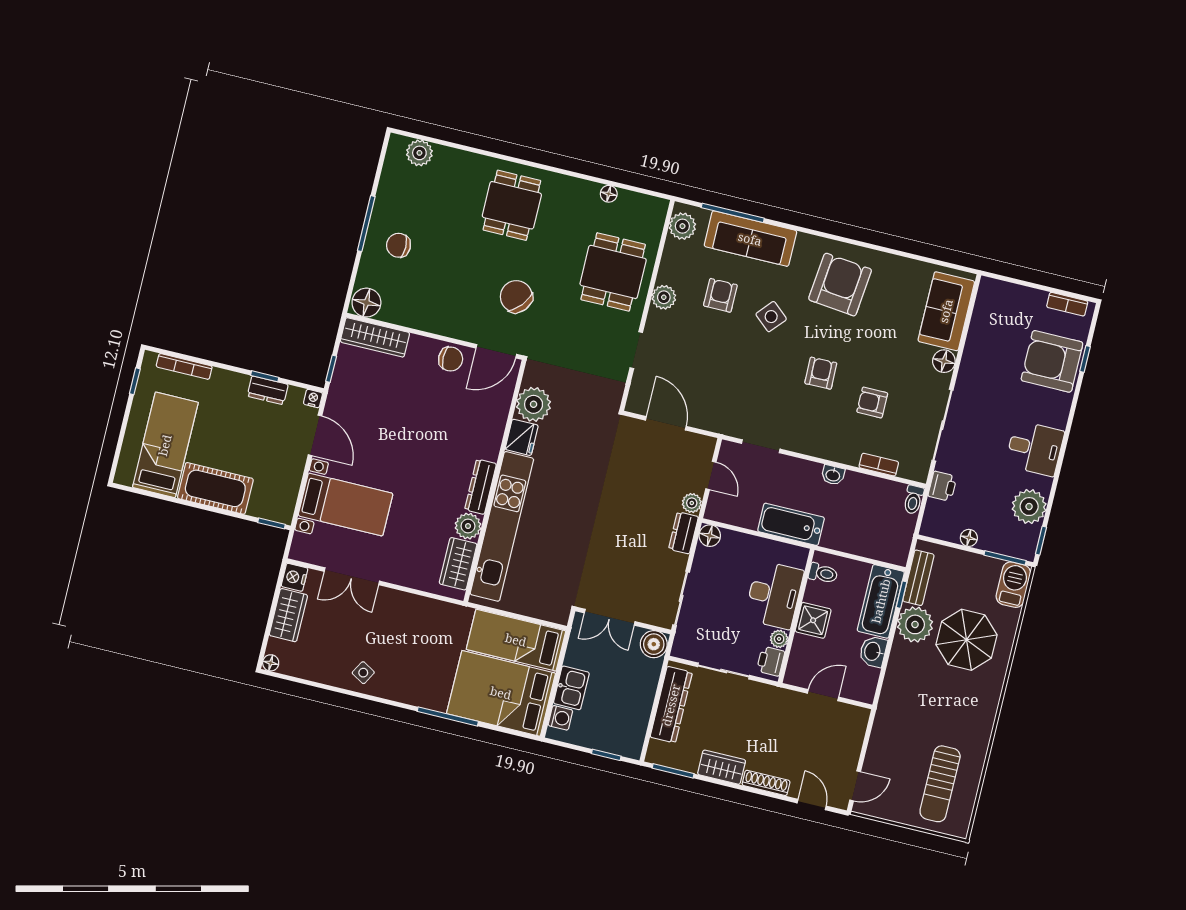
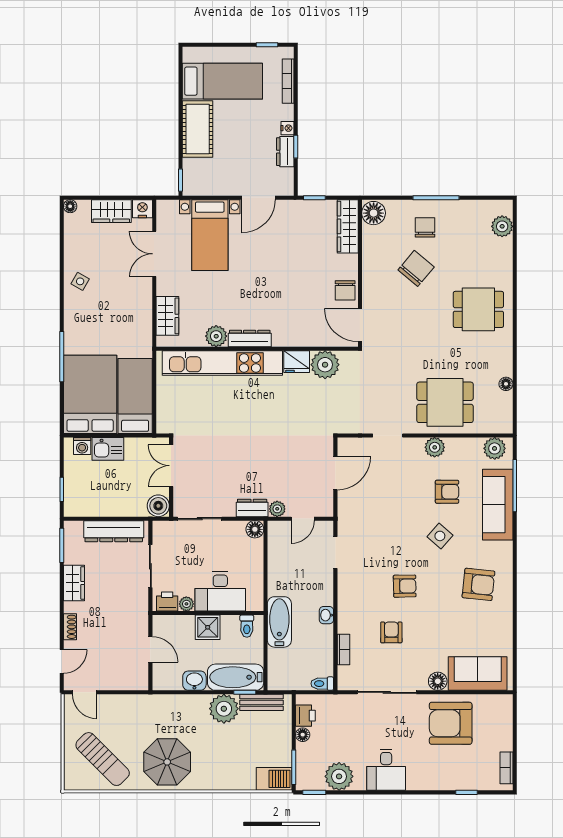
armchair: (840, 285) -> (478, 584), width x0.73, depth x0.73
chair: (516, 297) -> (416, 268), moved
armchair: (1052, 361) -> (451, 723), moved, turned -90
nightstand: (313, 398) -> (287, 128), moved
printer: (942, 486) -> (305, 716), moved, turned -90
bathtub: (791, 524) -> (279, 622), moved
wardrobe: (458, 564) -> (167, 316), moved, turned 90
parasol: (966, 640) -> (167, 762), moved
shoe rack: (766, 783) -> (70, 627), width x0.70
sun lounger: (940, 784) -> (103, 759), turned -135

